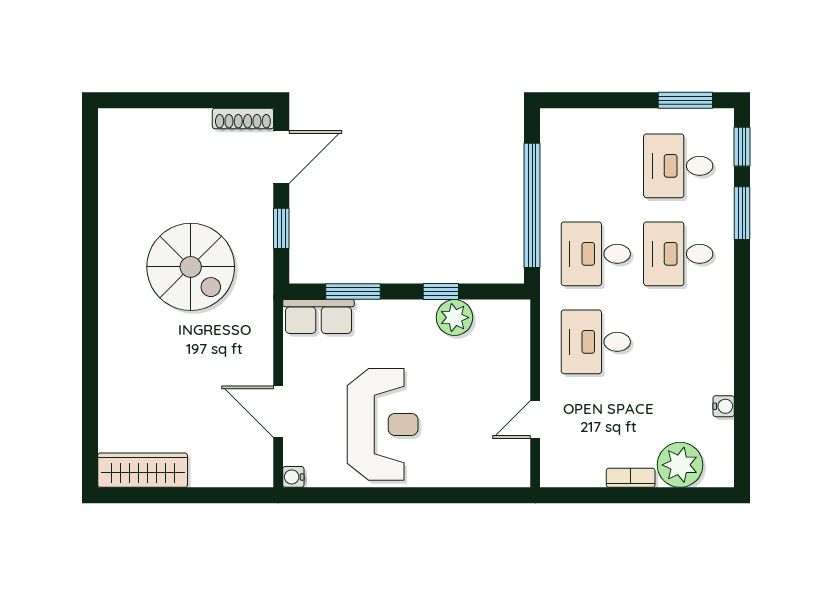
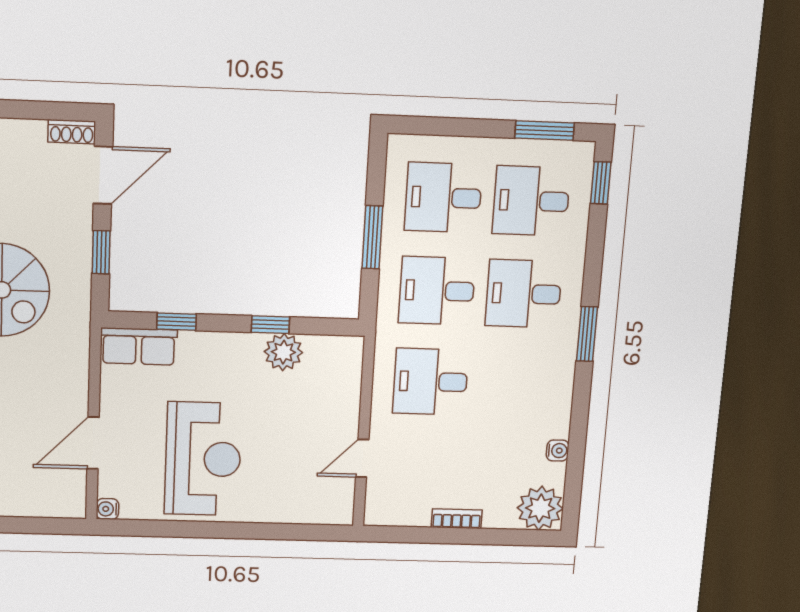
shoe rack: (243, 119) -> (72, 132), width x0.70
desk: (596, 166) -> (443, 198), added
window: (532, 205) -> (372, 237), width x0.47
window: (742, 213) -> (587, 334), moved
window: (353, 292) -> (176, 322), width x0.67
door: (278, 412) -> (93, 443), hinge flipped
plant: (680, 465) -> (540, 508), moved

